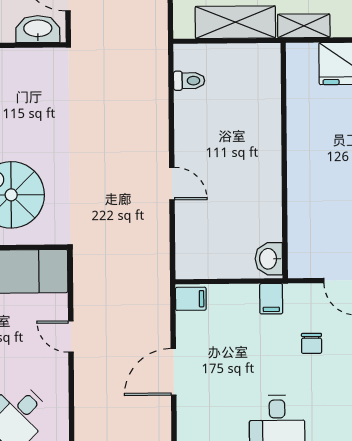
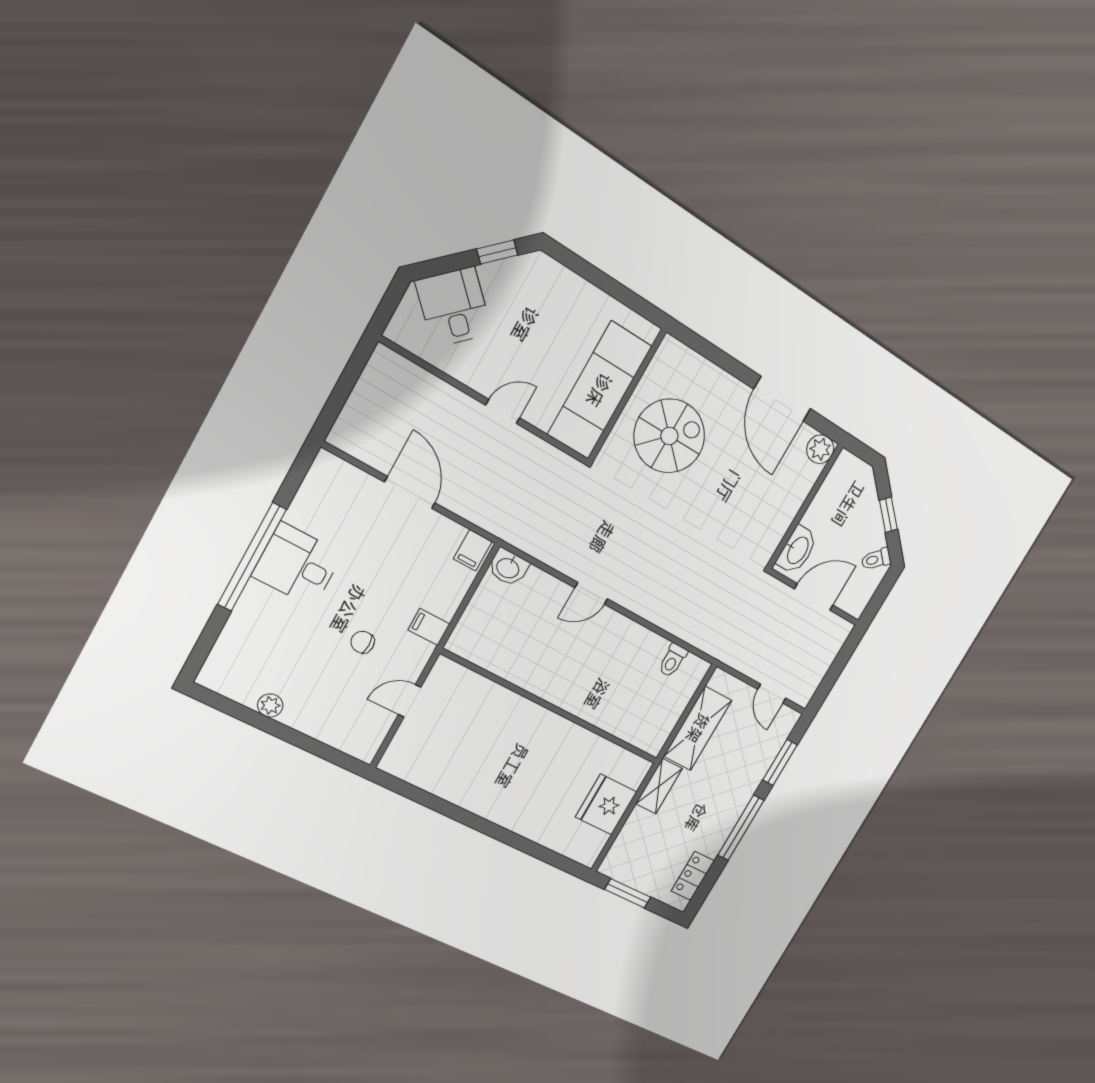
washbasin: (269, 259) -> (508, 567), moved, turned 180

